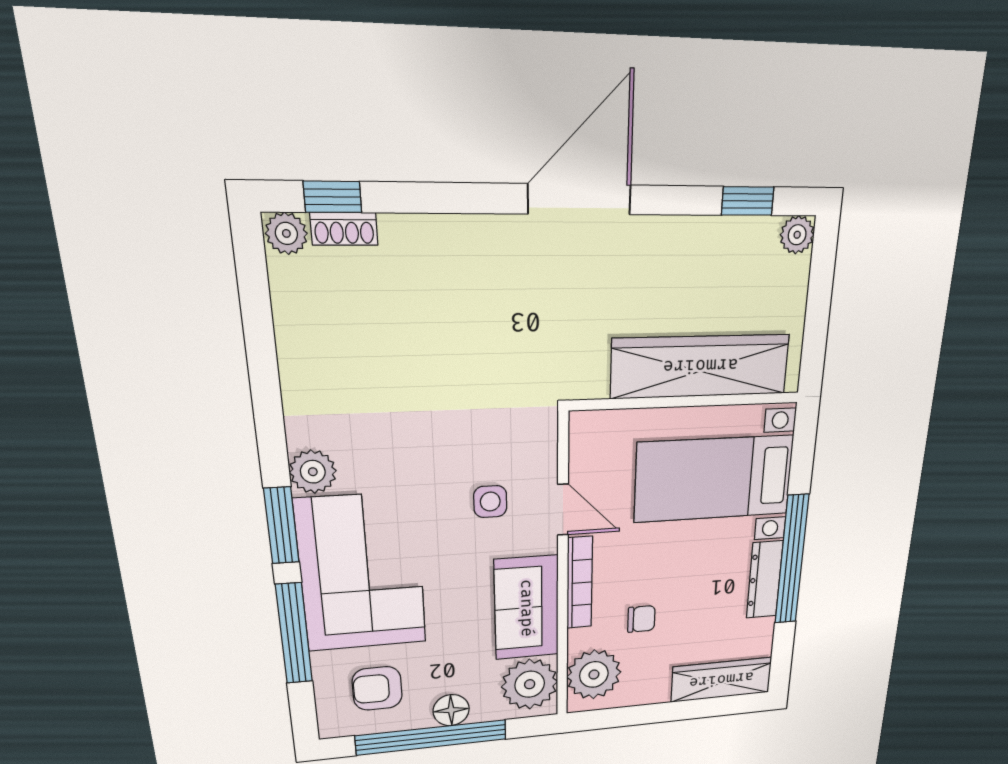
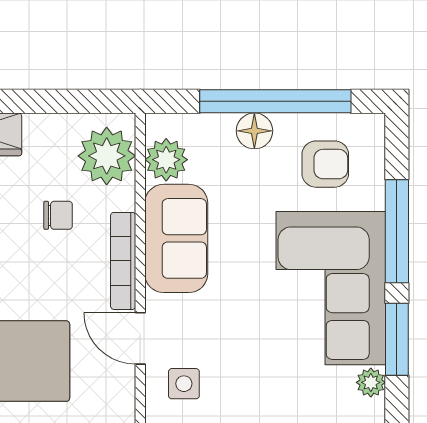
plant: (313, 472) -> (371, 382), width x0.73, depth x0.73
side table: (490, 502) -> (184, 384), moved
chair: (641, 619) -> (58, 215), turned 180
plant: (530, 684) -> (166, 160), width x0.73, depth x0.73

